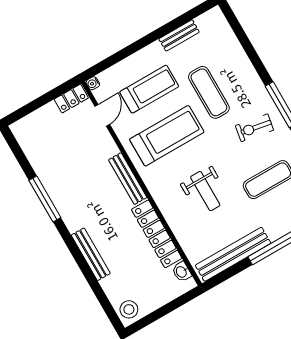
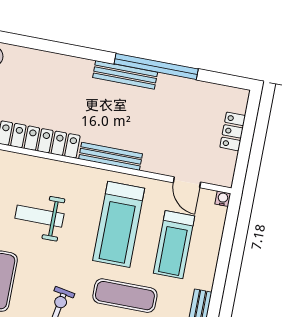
locker: (71, 99) -> (233, 131), moved
window: (45, 199) -> (156, 66), width x1.46
bench: (91, 254) -> (125, 75), moved

